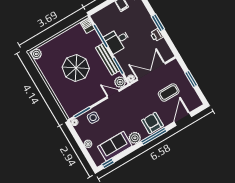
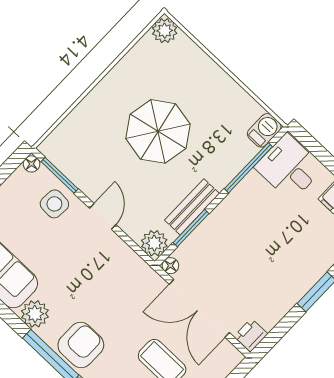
printer: (157, 35) -> (251, 335), moved
desk: (117, 40) -> (289, 168), moved
bench: (108, 59) -> (192, 207), width x0.73
double door: (151, 71) -> (199, 308), swing flipped
door: (113, 94) -> (103, 216), moved

